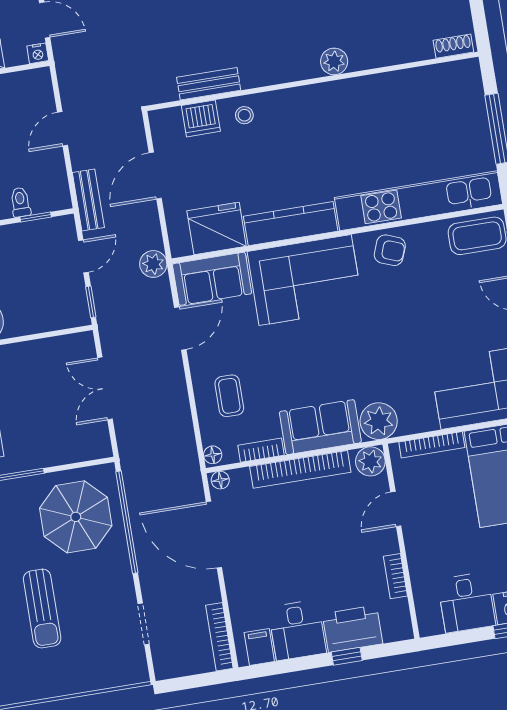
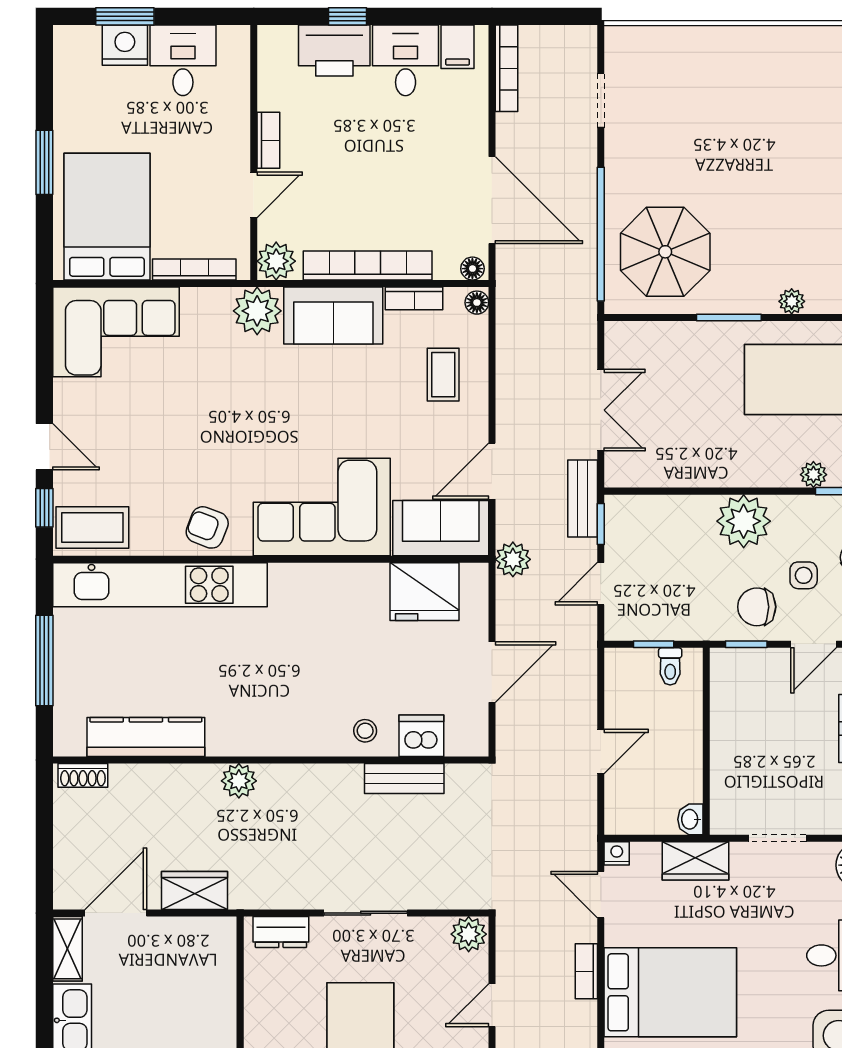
bench: (88, 200) -> (583, 499), moved
kitchen counter: (291, 224) -> (146, 737), moved, turned 180
bookcase: (395, 576) -> (268, 140), moved
sun lounger: (42, 609) -> (728, 141), removed

